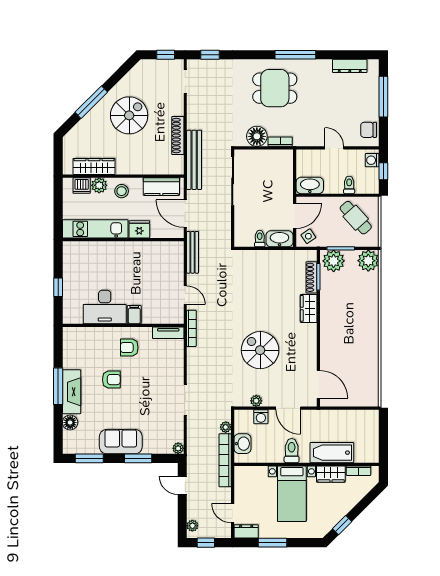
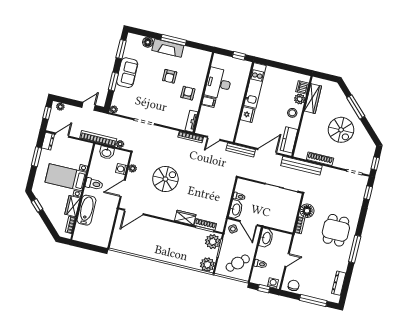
kitchen unit: (95, 229) -> (255, 86), moved
fridge: (139, 229) -> (248, 115), moved
wall: (123, 240) -> (243, 102), moved

